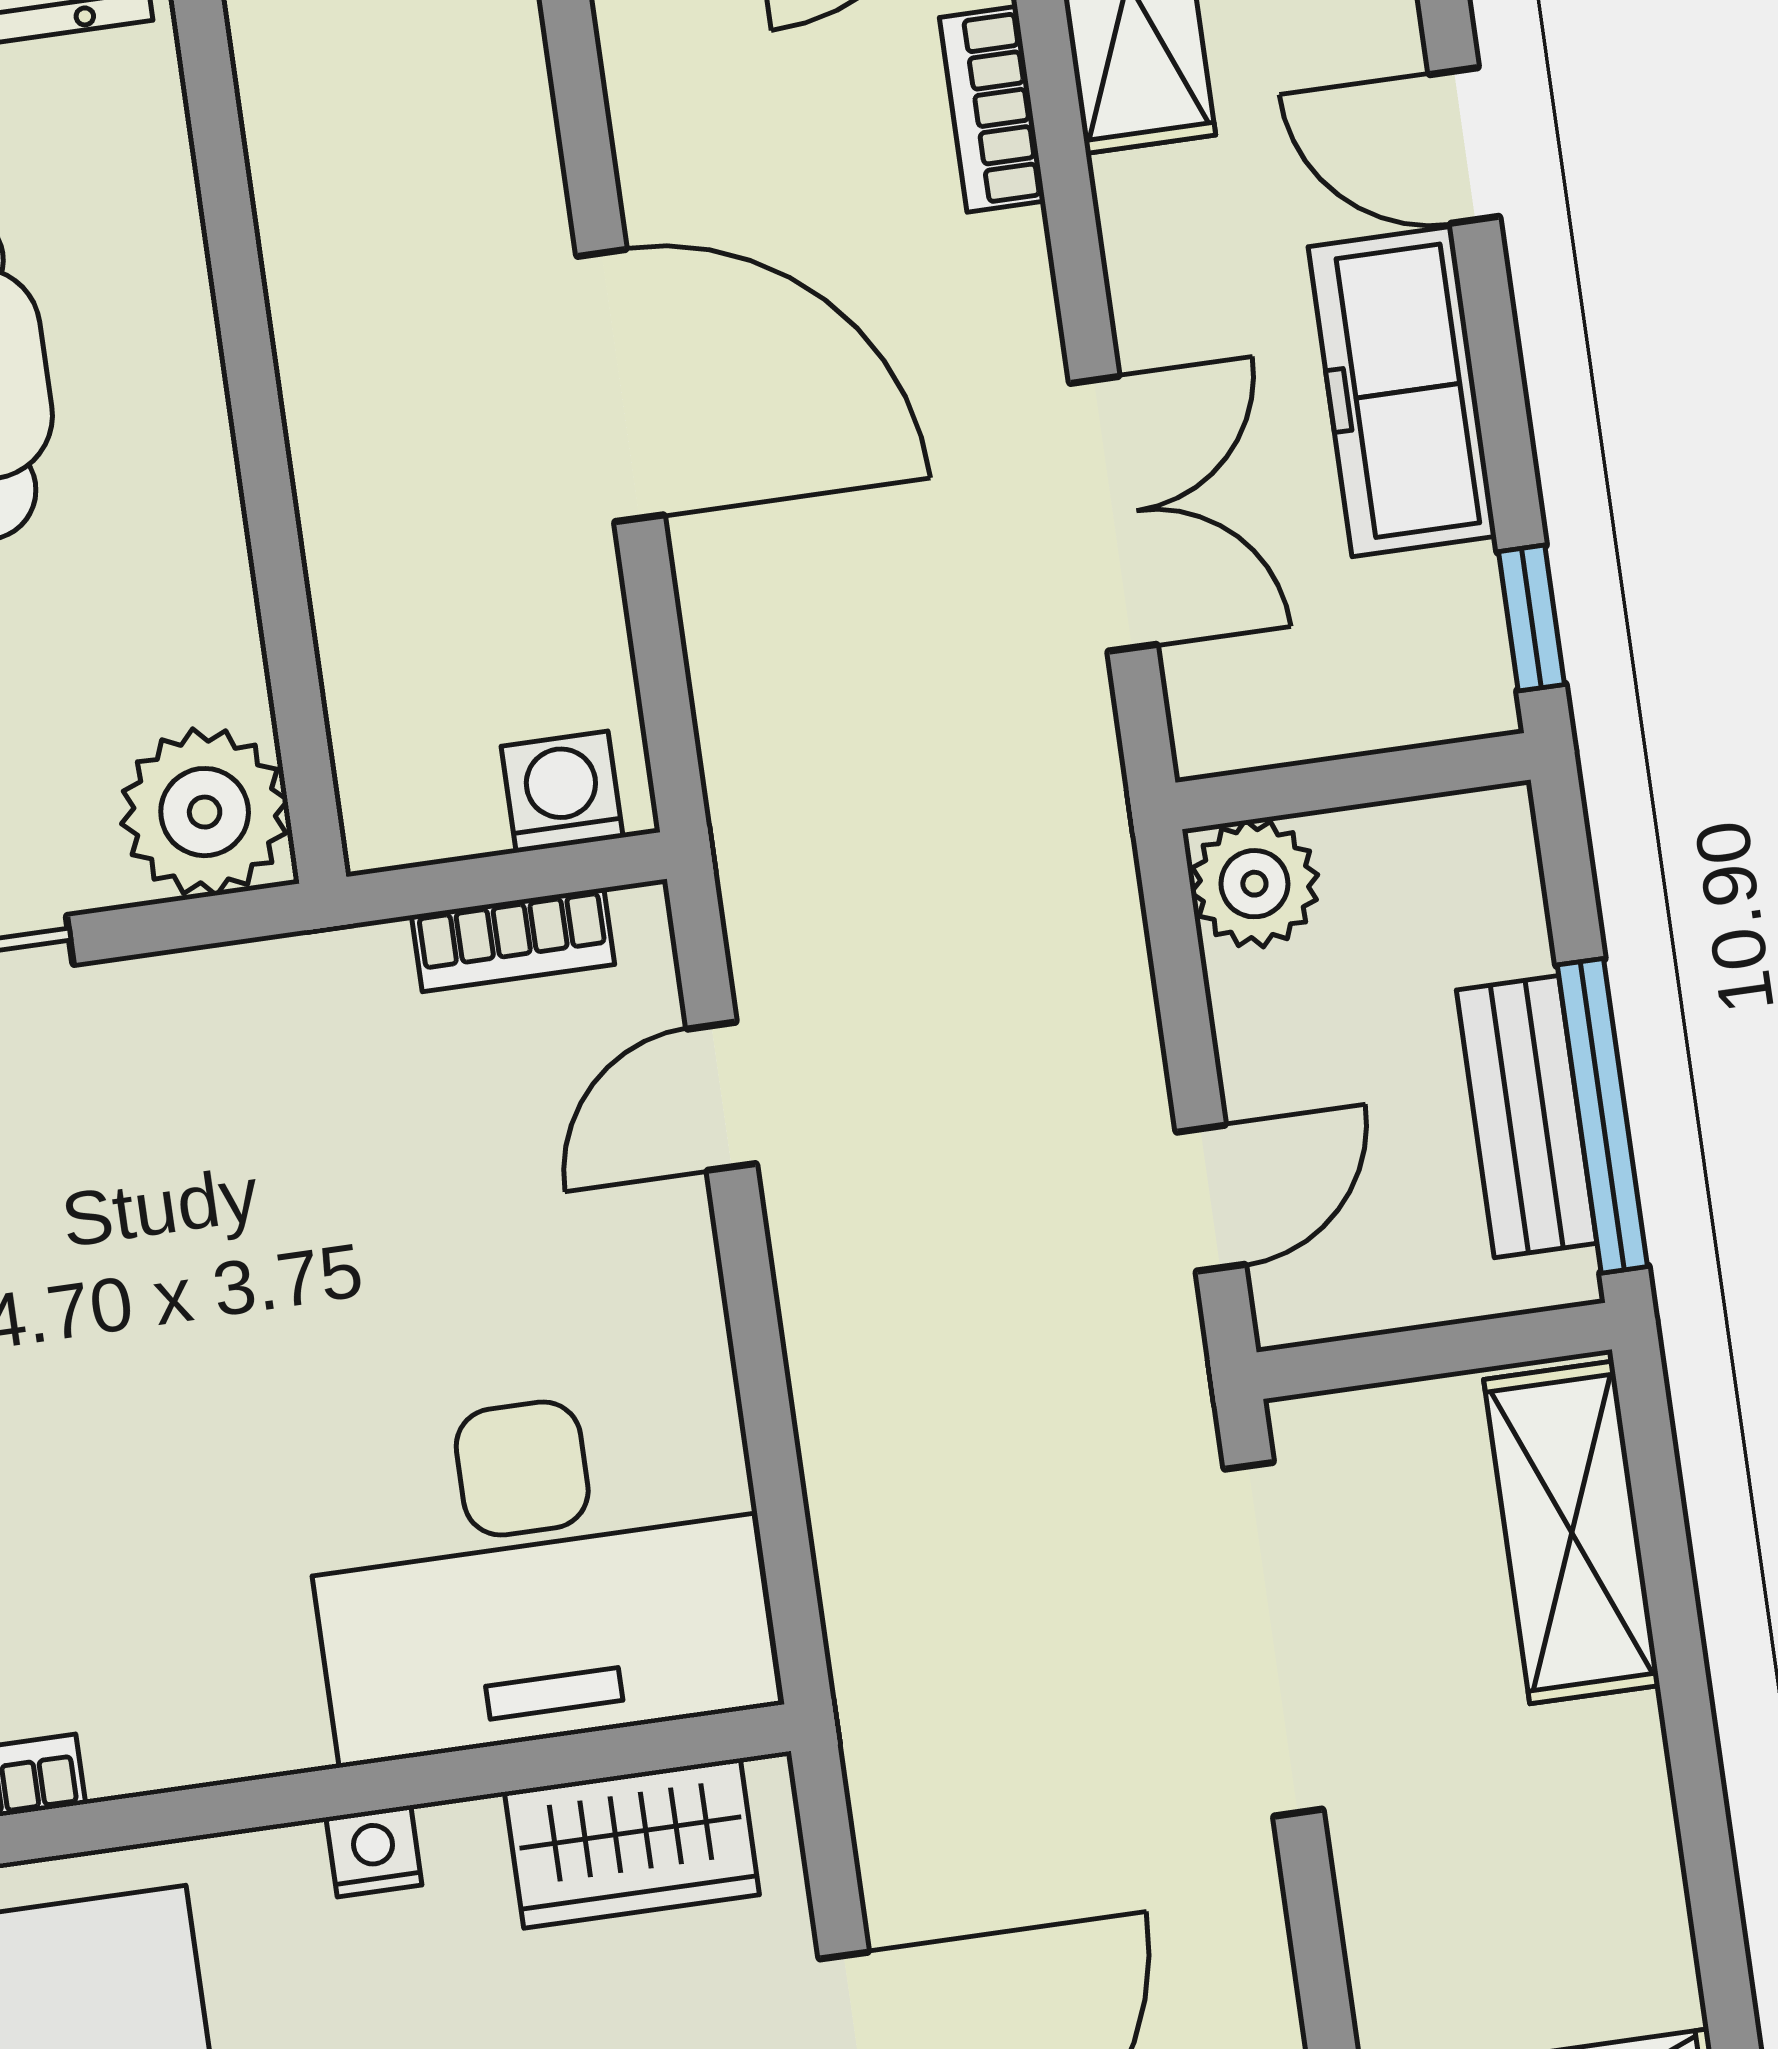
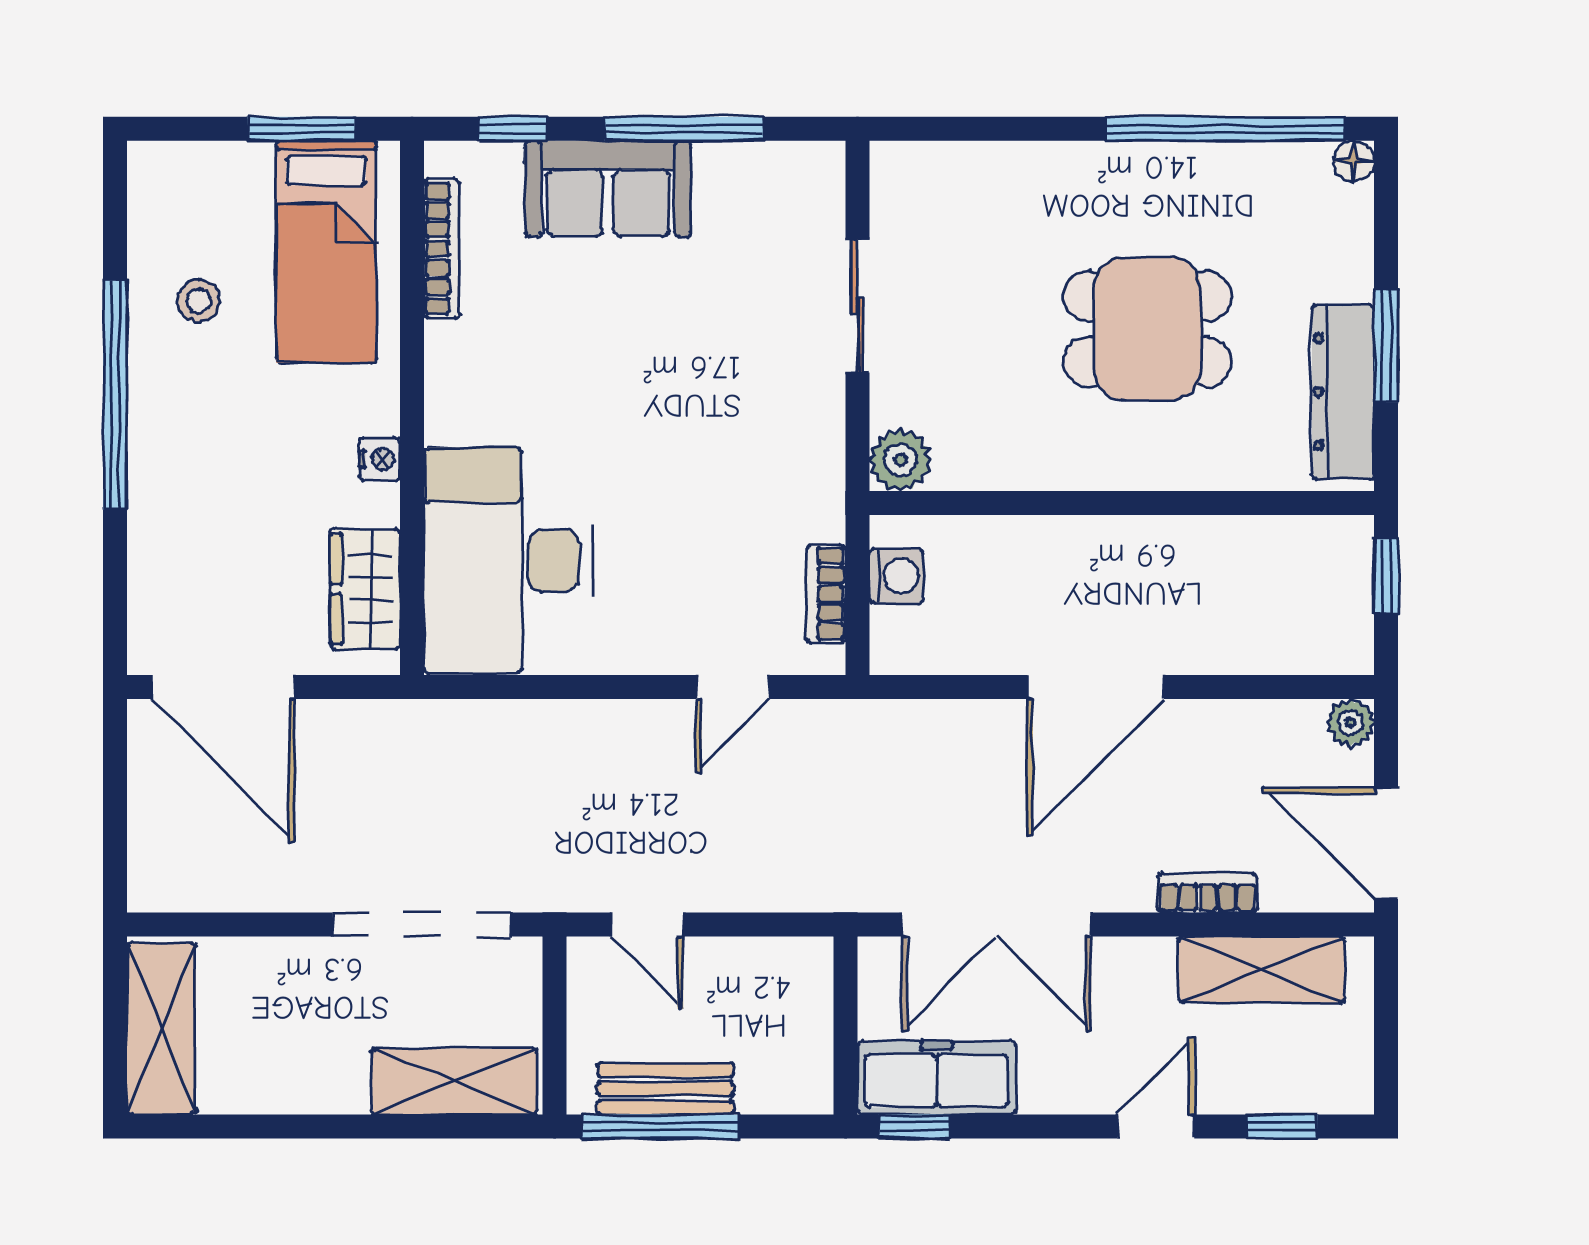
freezer: (1402, 391) -> (937, 1078), moved
double door: (1113, 514) -> (996, 925), width x1.37
washing machine: (562, 792) -> (897, 576), moved
plant: (205, 812) -> (901, 460), width x0.73, depth x0.73
plant: (1254, 884) -> (801, 969), removed
door: (722, 1096) -> (733, 687), swing flipped

